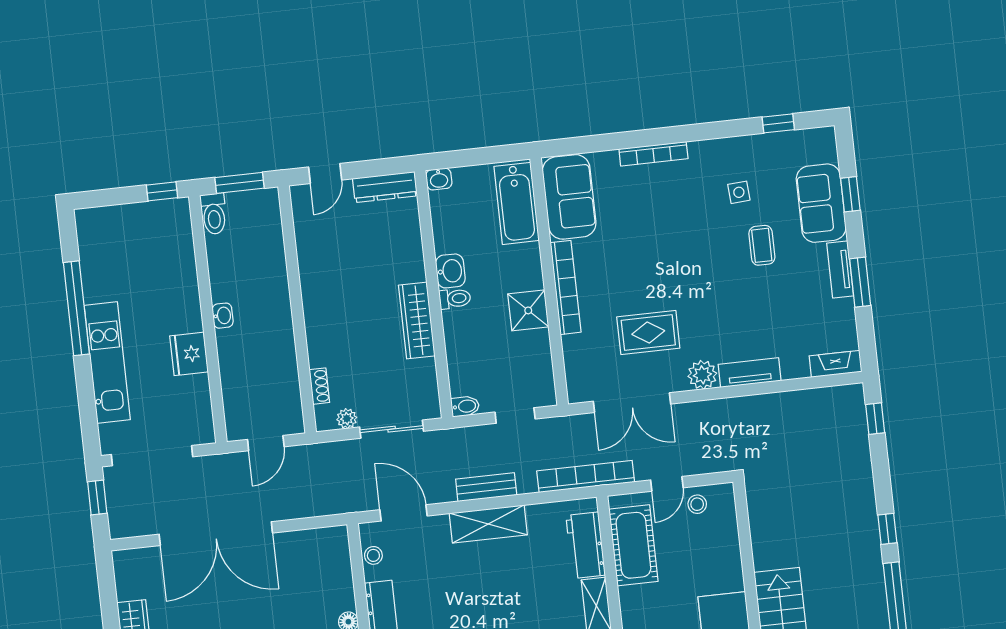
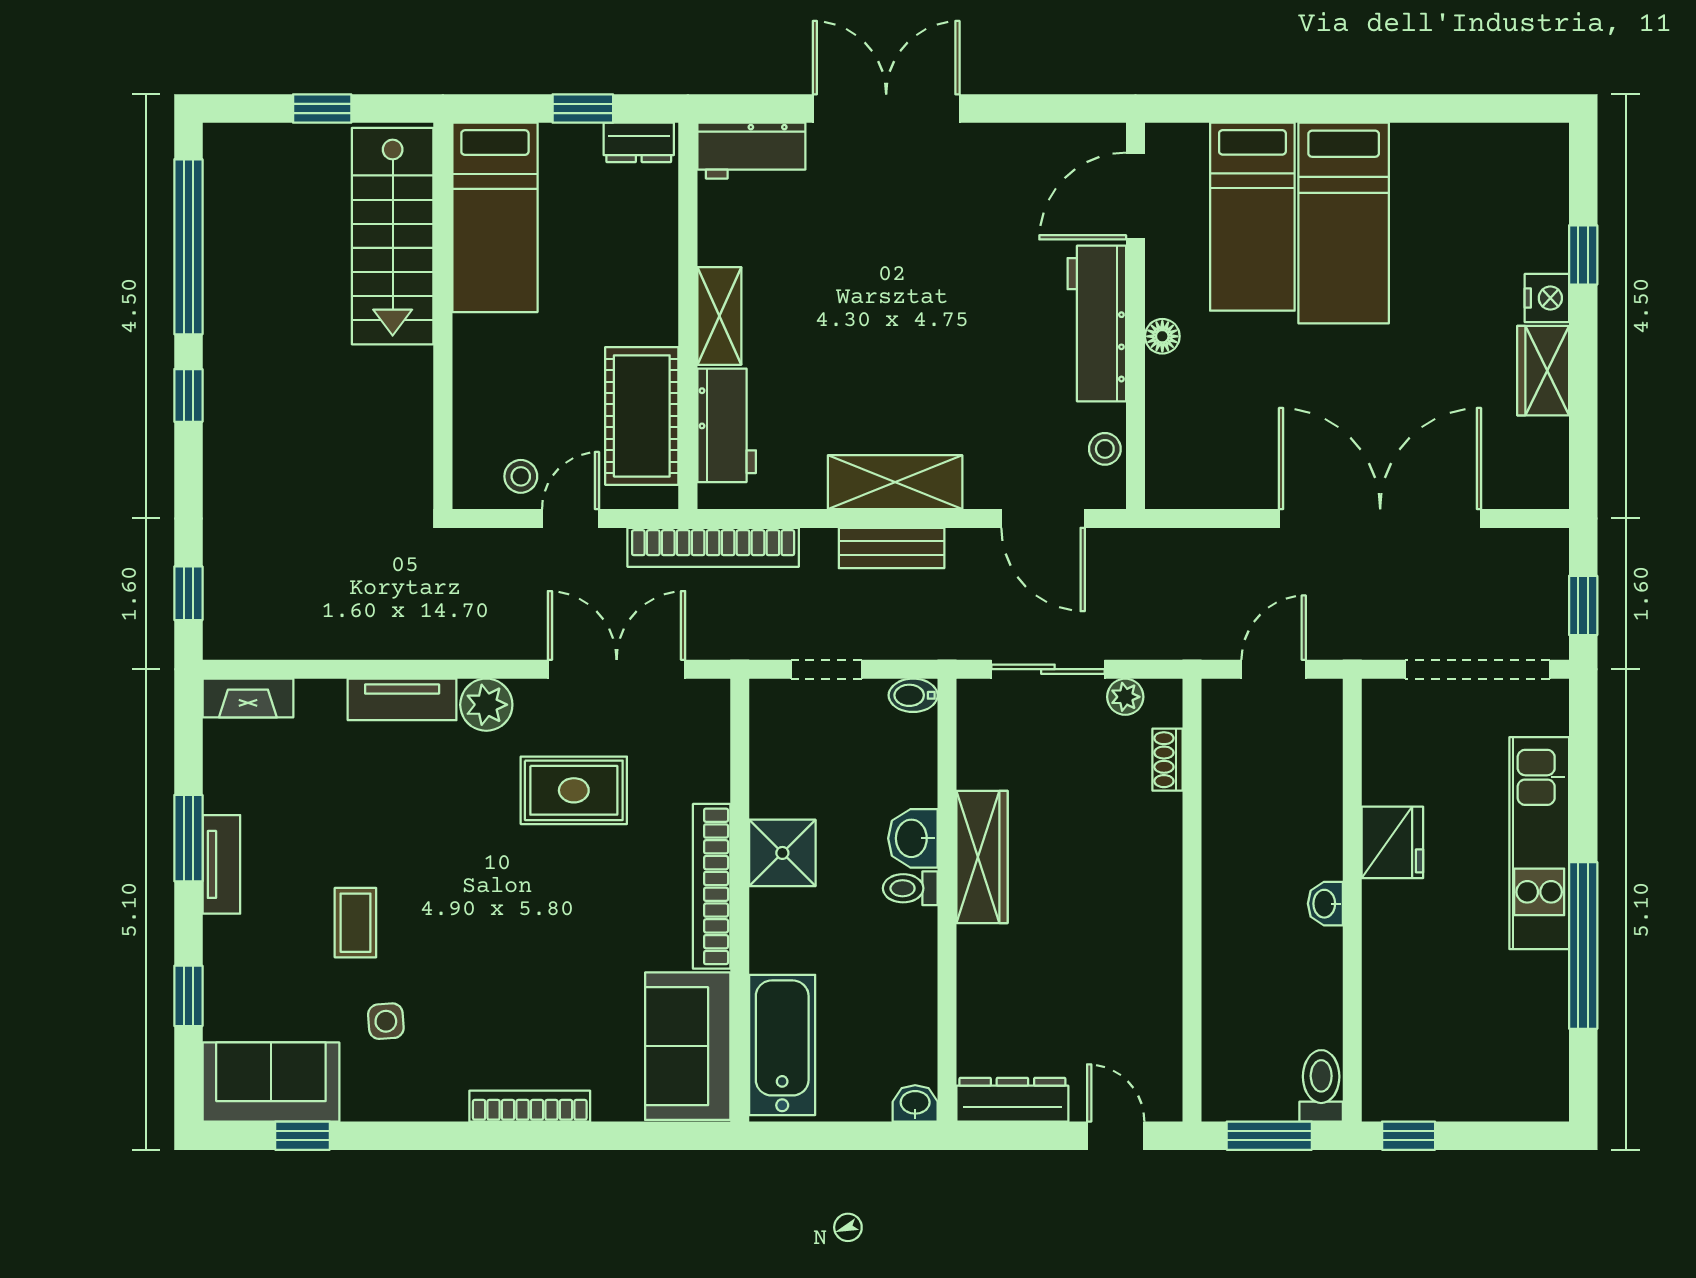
door: (325, 173) -> (1116, 1136), hinge flipped
sofa: (821, 203) -> (271, 1082), moved, turned -90
washbasin: (450, 271) -> (913, 838), moved

